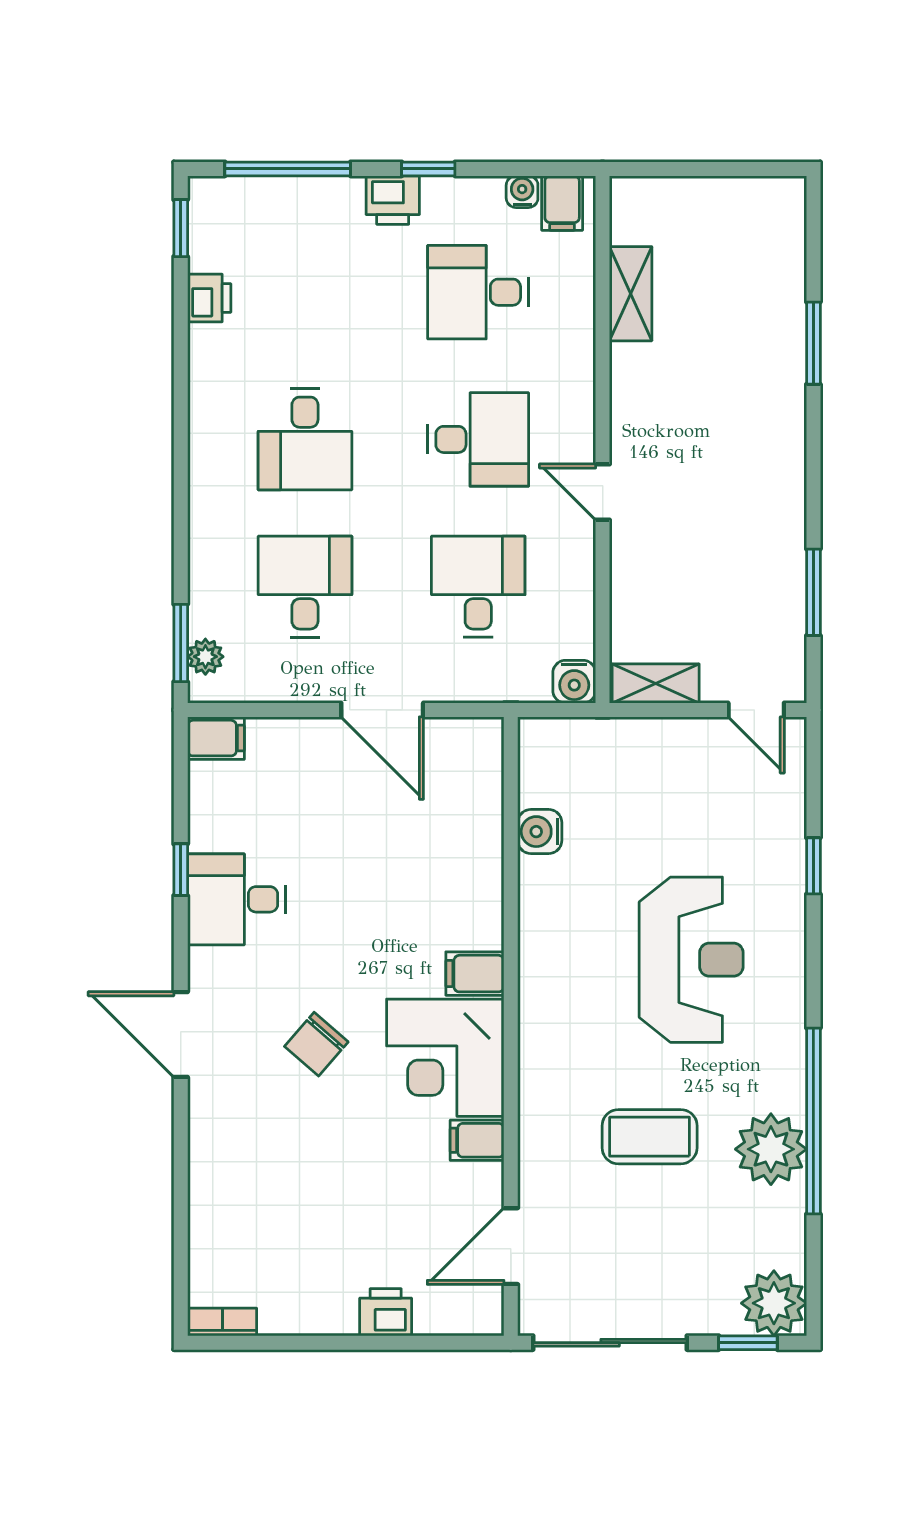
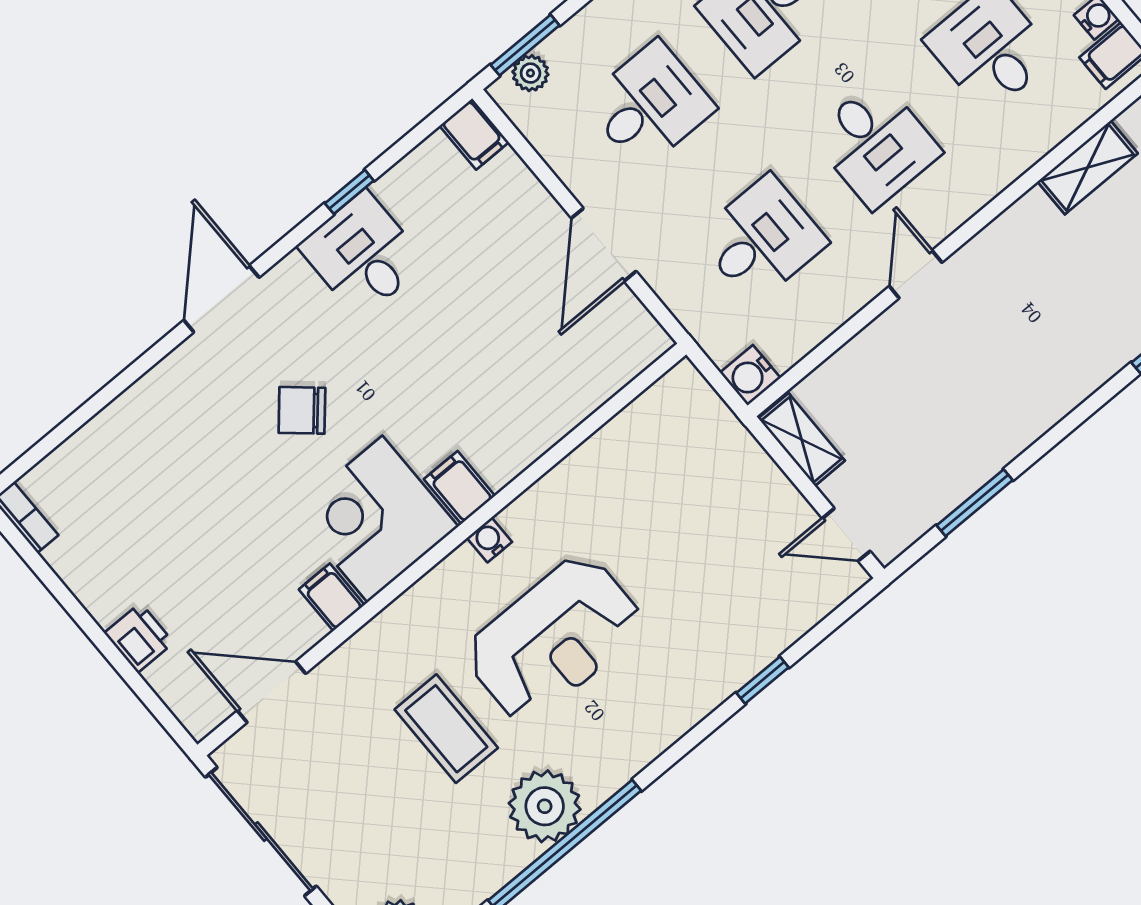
door: (756, 710) -> (846, 535), hinge flipped
water cooler: (540, 832) -> (489, 540), moved, width x0.72, depth x0.72
reception desk: (691, 960) -> (554, 638), moved
plant: (771, 1149) -> (545, 806), moved

